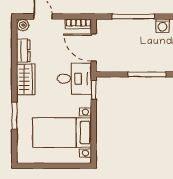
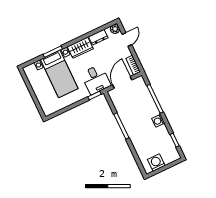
bed with nightstands: (62, 133) -> (59, 74), moved, turned 180

